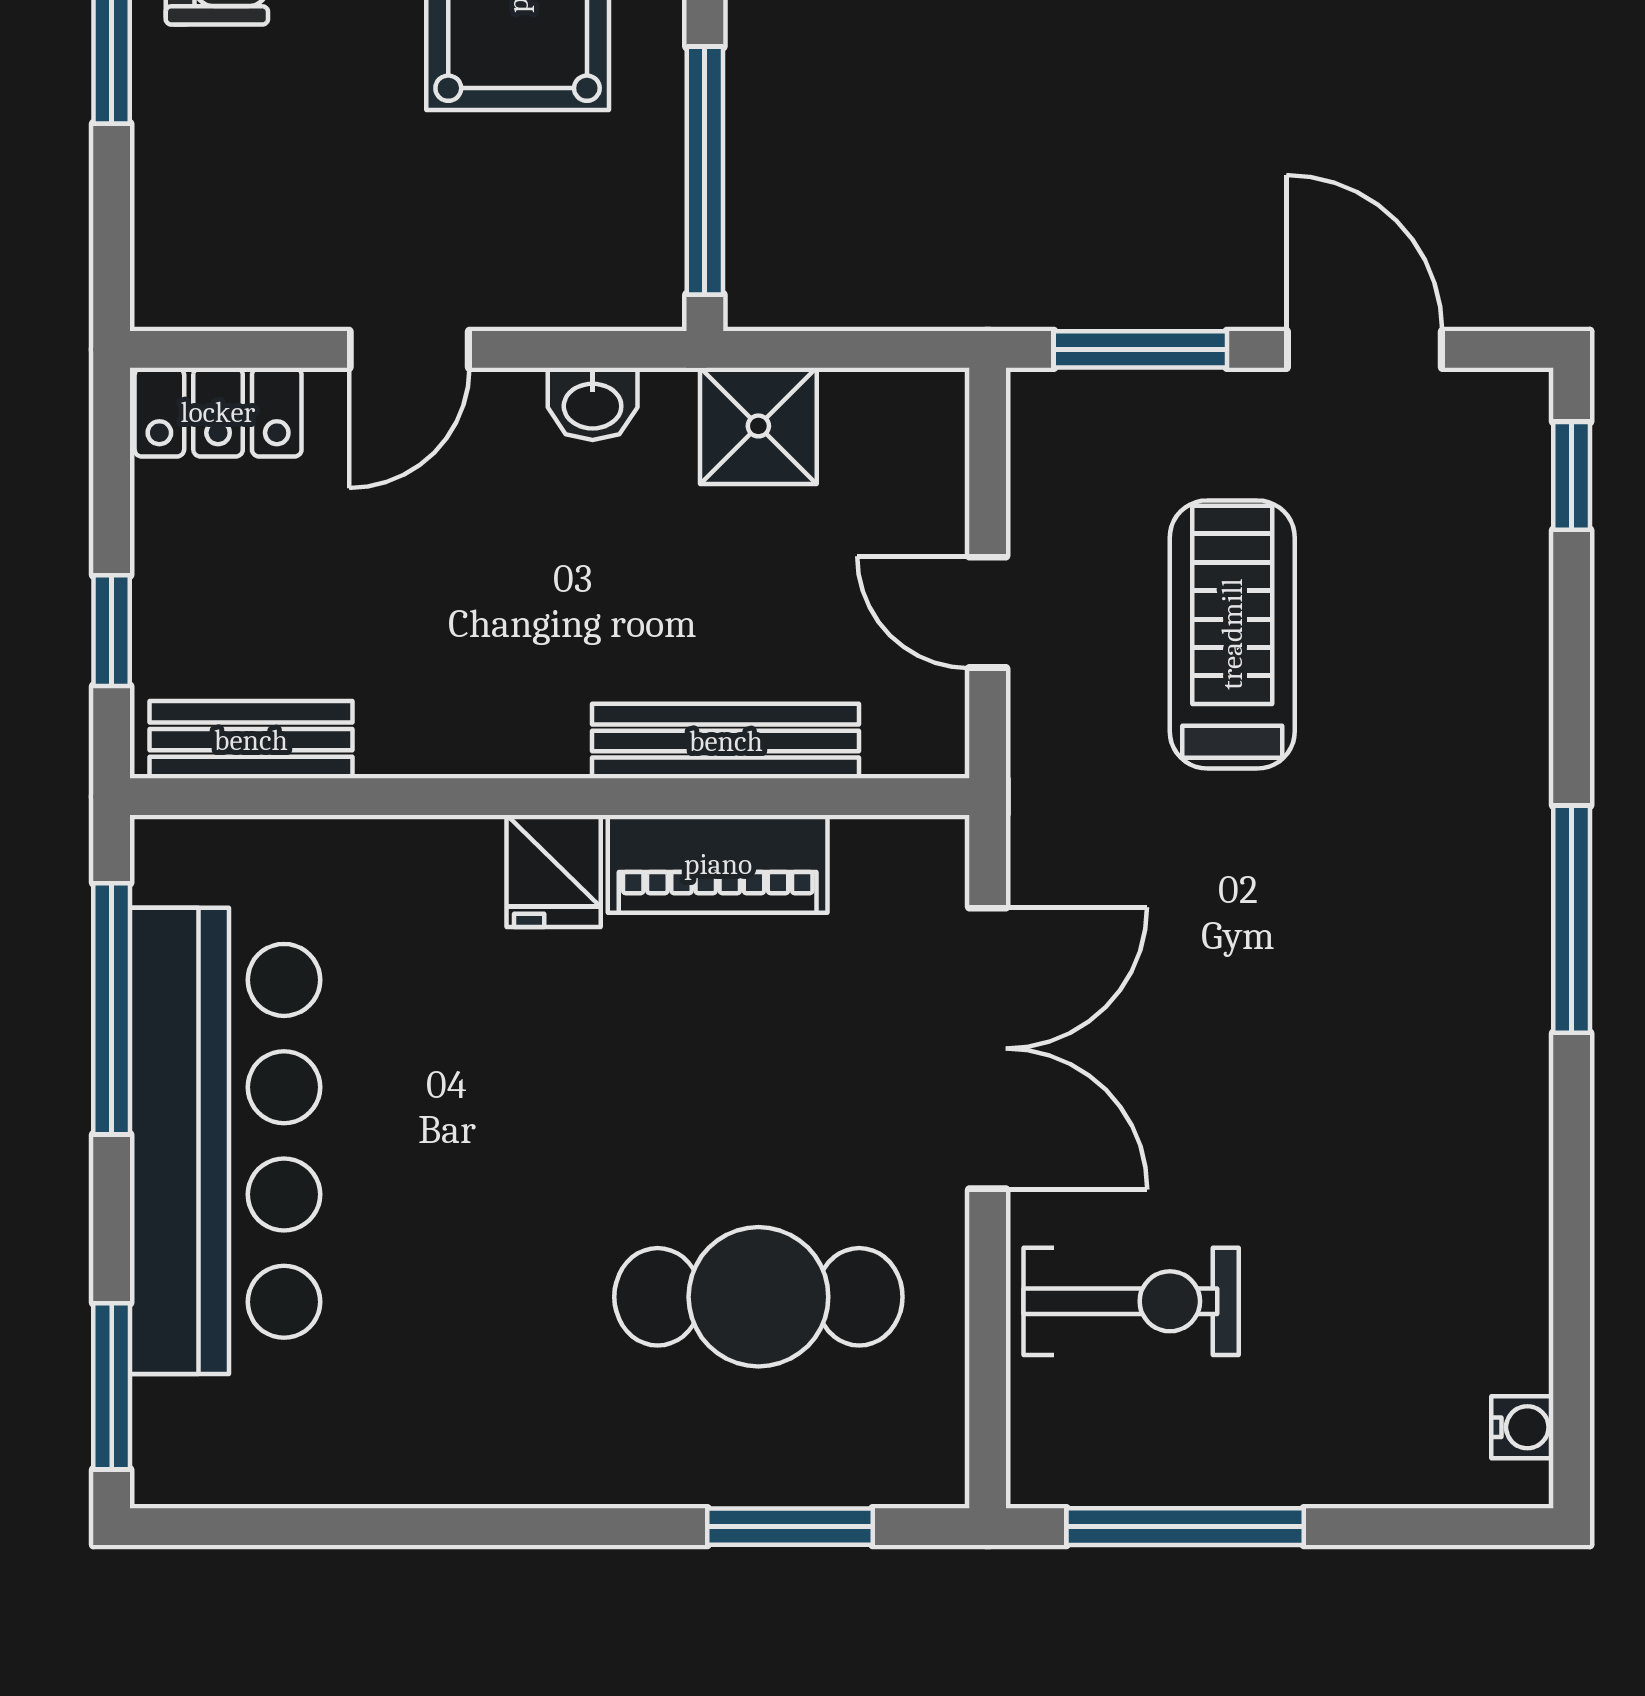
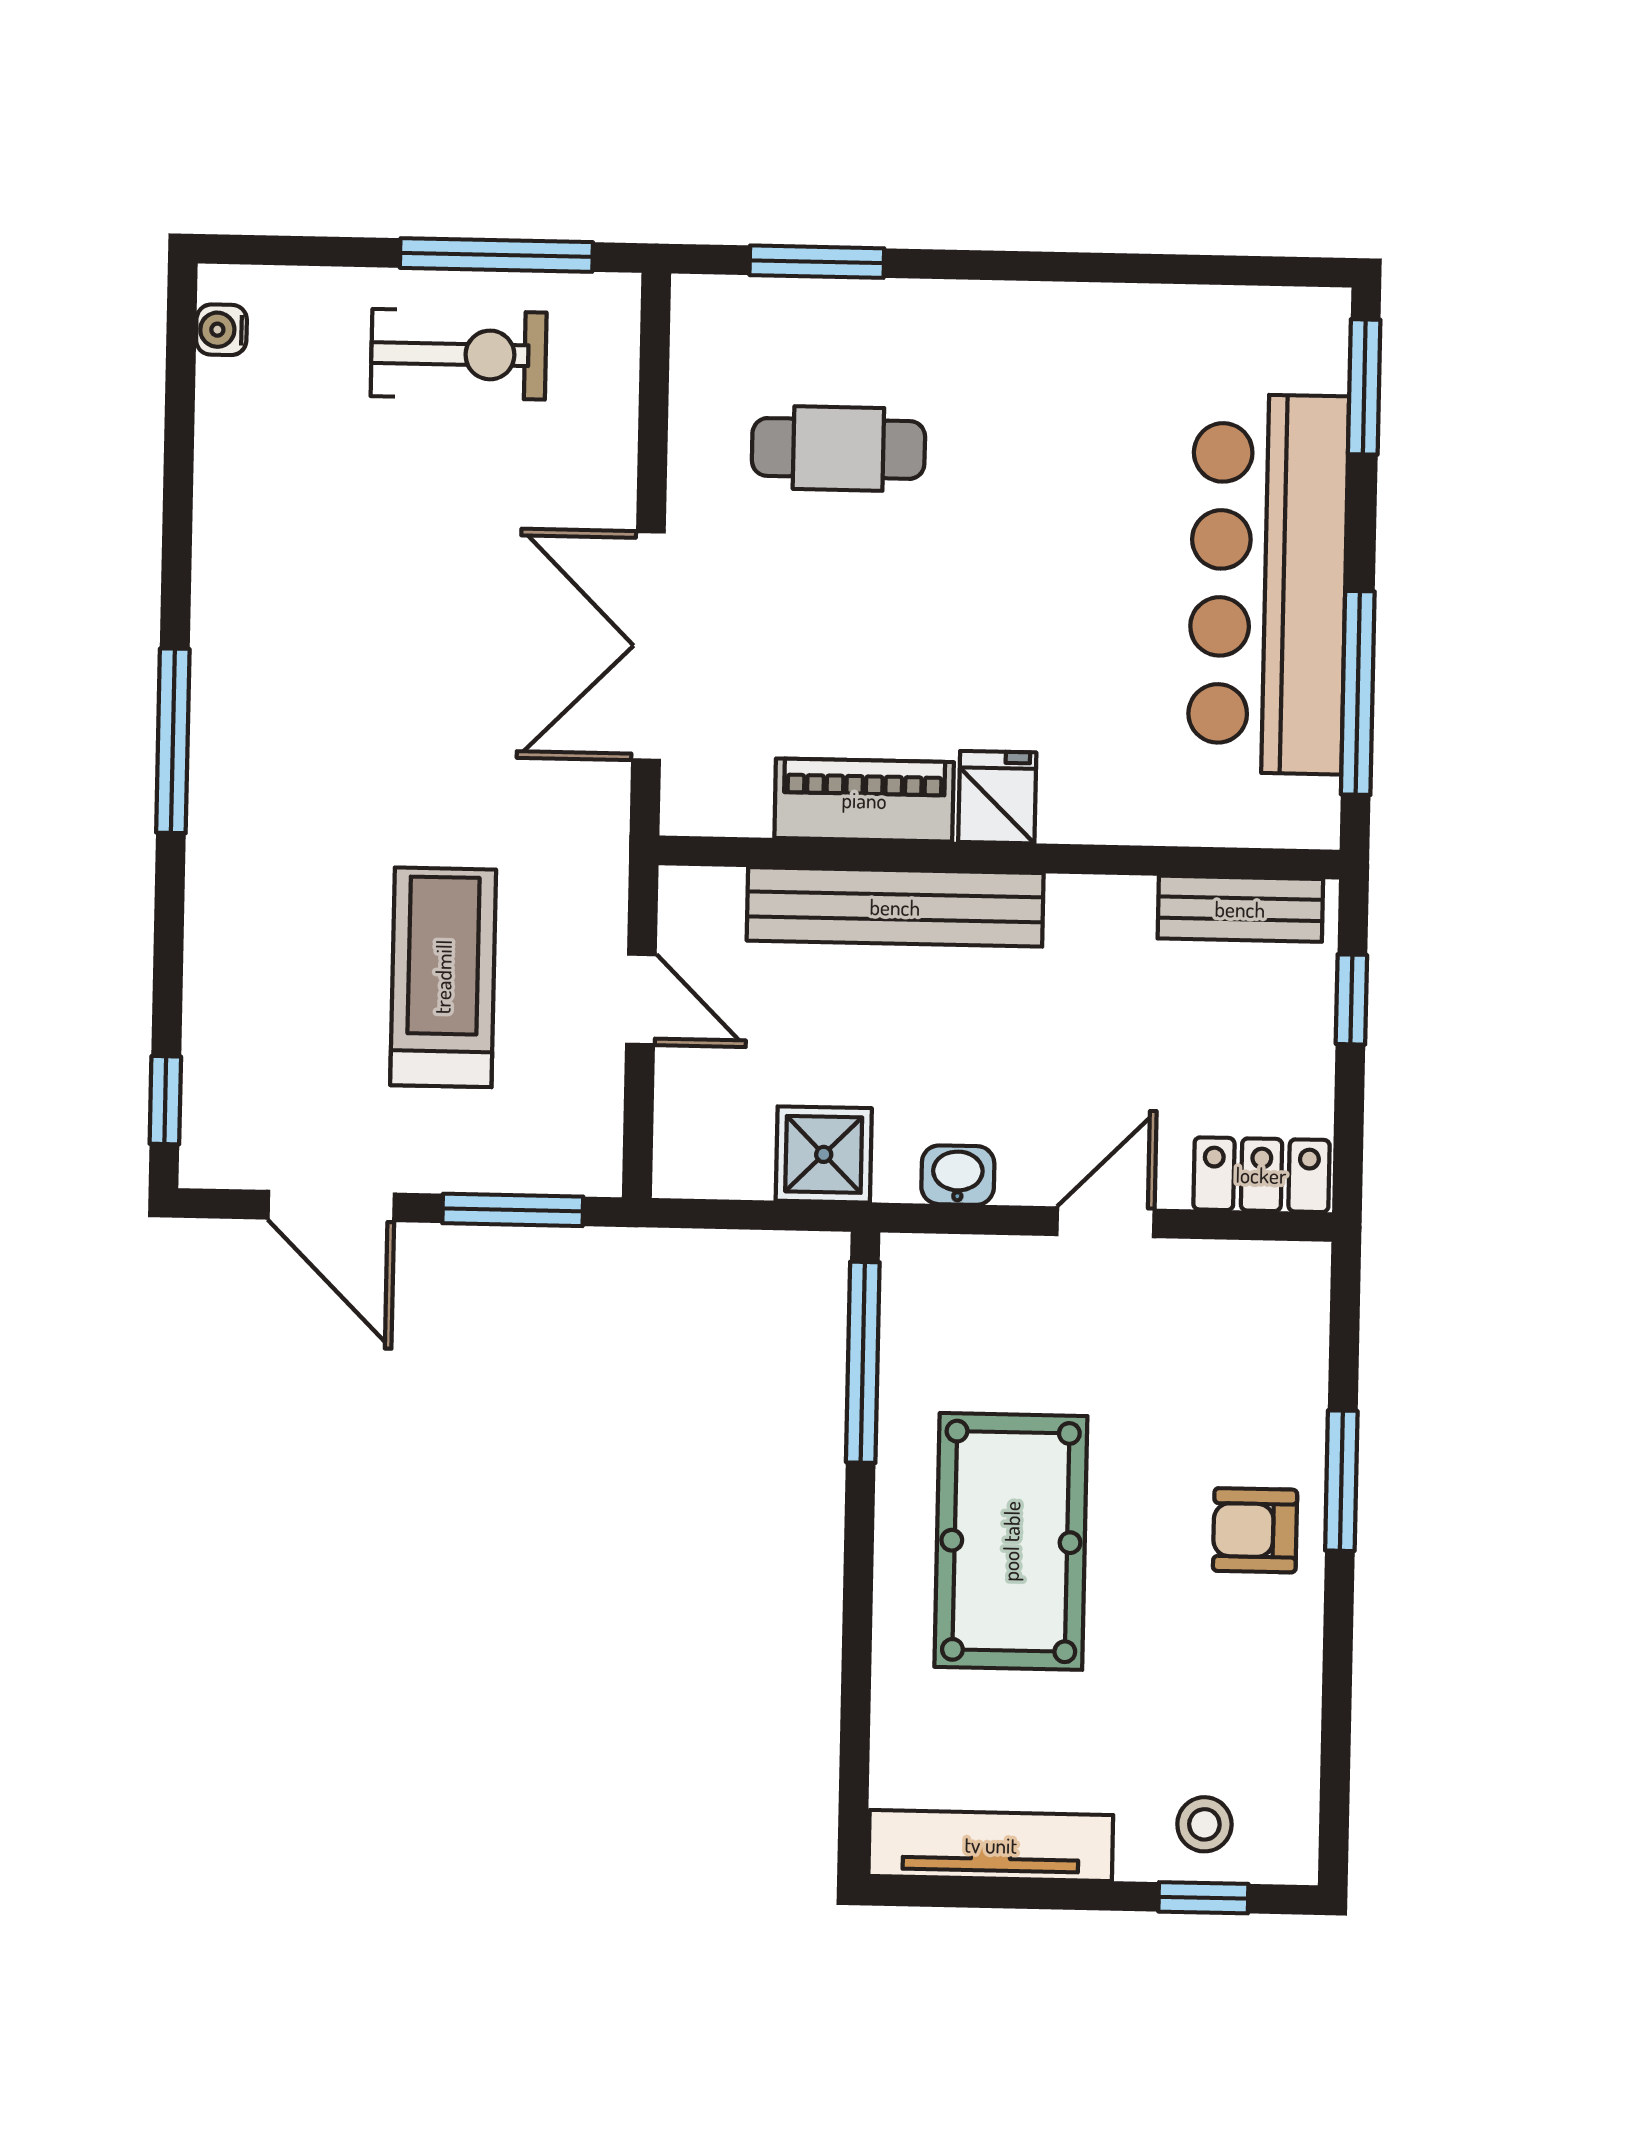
treadmill: (1232, 634) -> (443, 977), turned 180
bench: (726, 741) -> (895, 907), width x1.37, depth x1.21
cafe table: (758, 1297) -> (838, 448), width x0.73, depth x0.74
exercise bike: (1131, 1301) -> (459, 354), moved, turned 180

